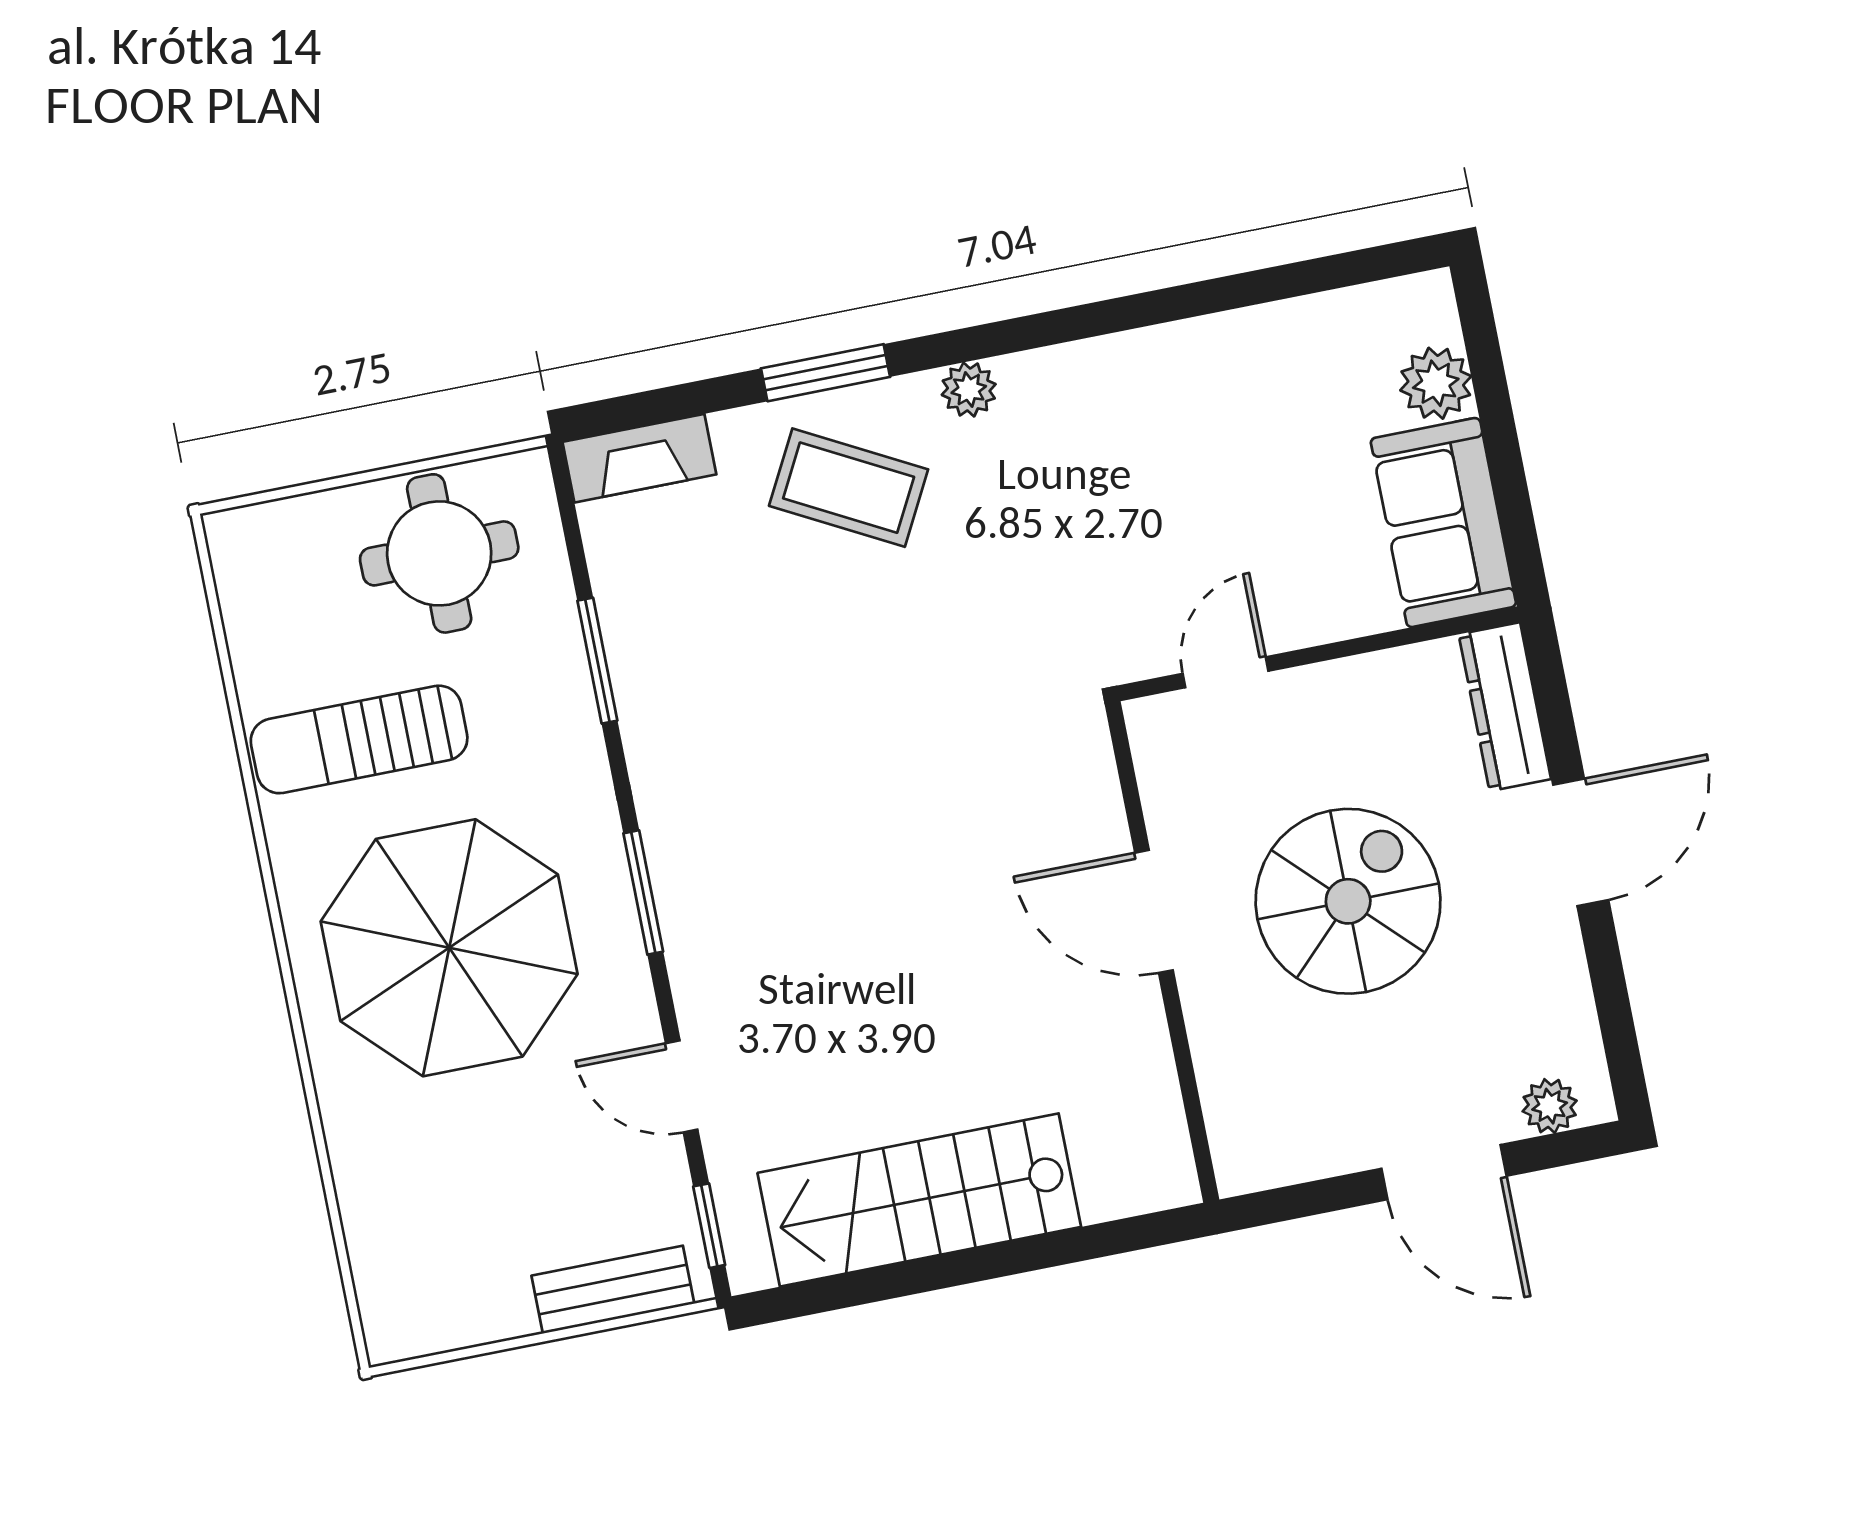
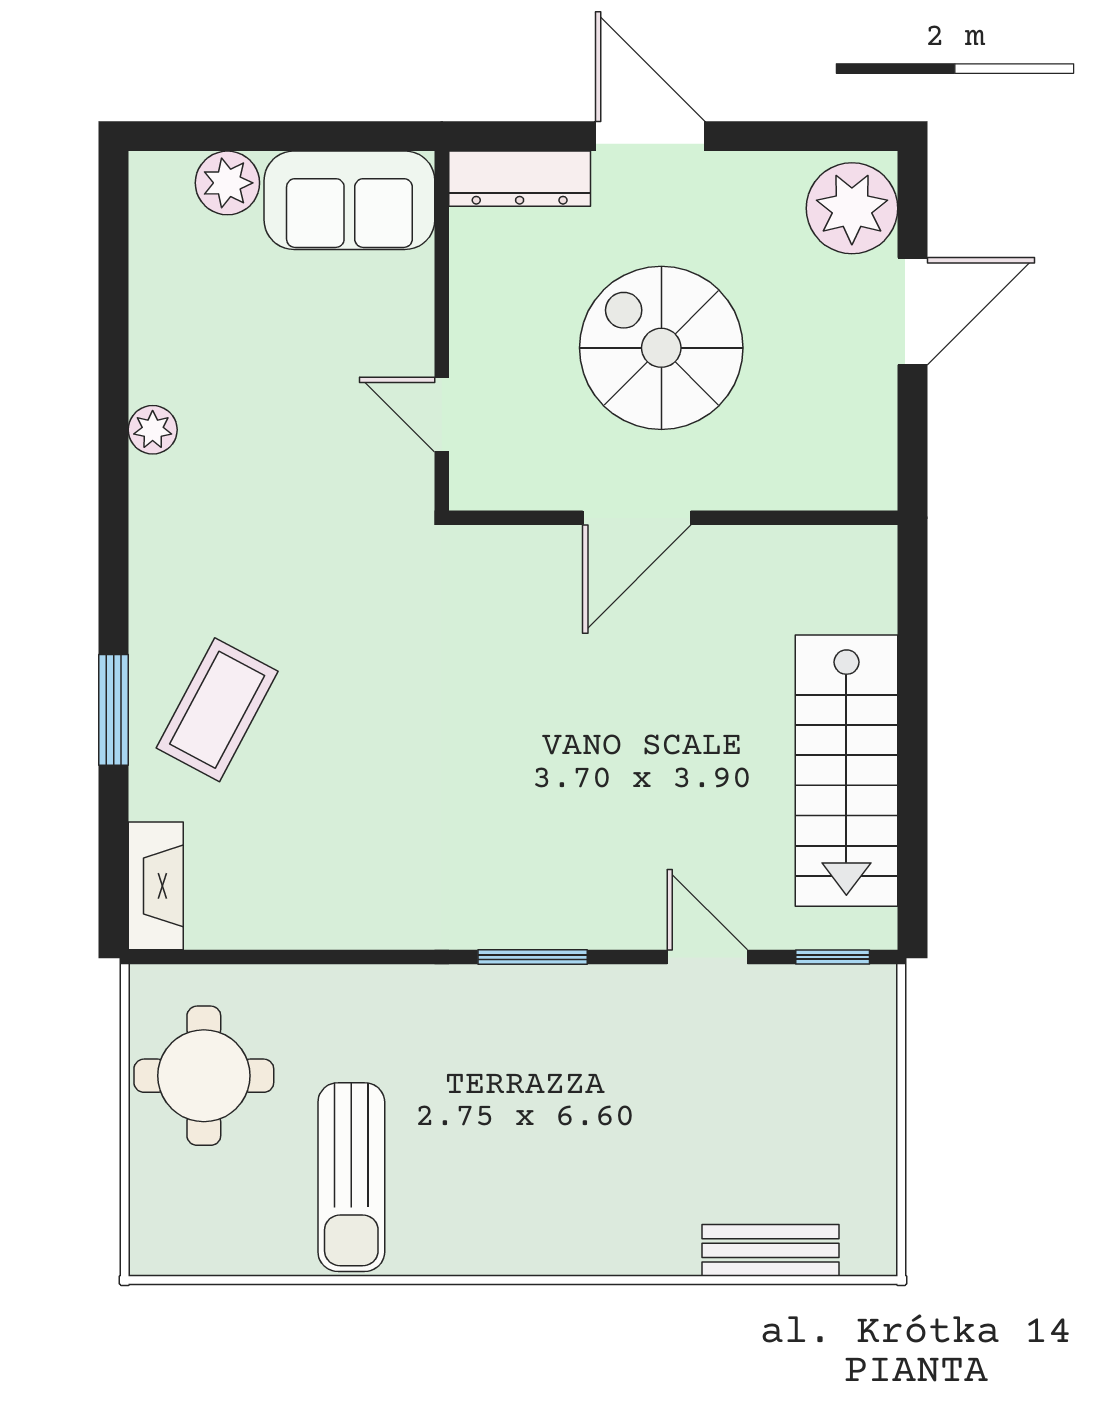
plant: (969, 390) -> (153, 430), moved
window: (597, 661) -> (324, 957), removed
parasol: (449, 948) -> (547, 1135), removed
door: (682, 1086) -> (707, 957), swing flipped
plant: (1550, 1106) -> (852, 208), width x1.87, depth x1.87
bench: (613, 1290) -> (770, 1250), moved, turned 90

